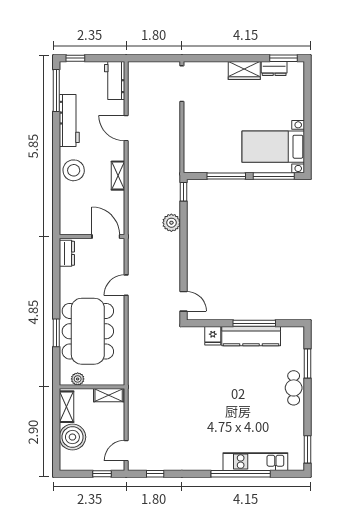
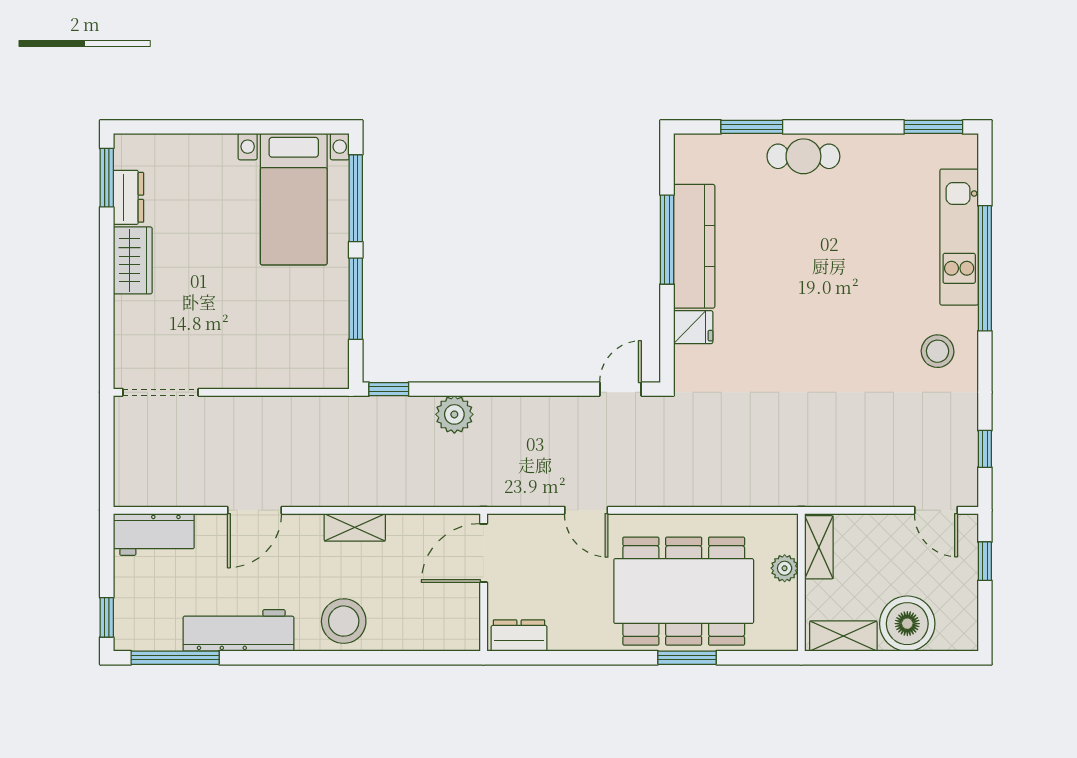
plant: (78, 379) -> (785, 568), moved
stool: (201, 451) -> (938, 351), added

